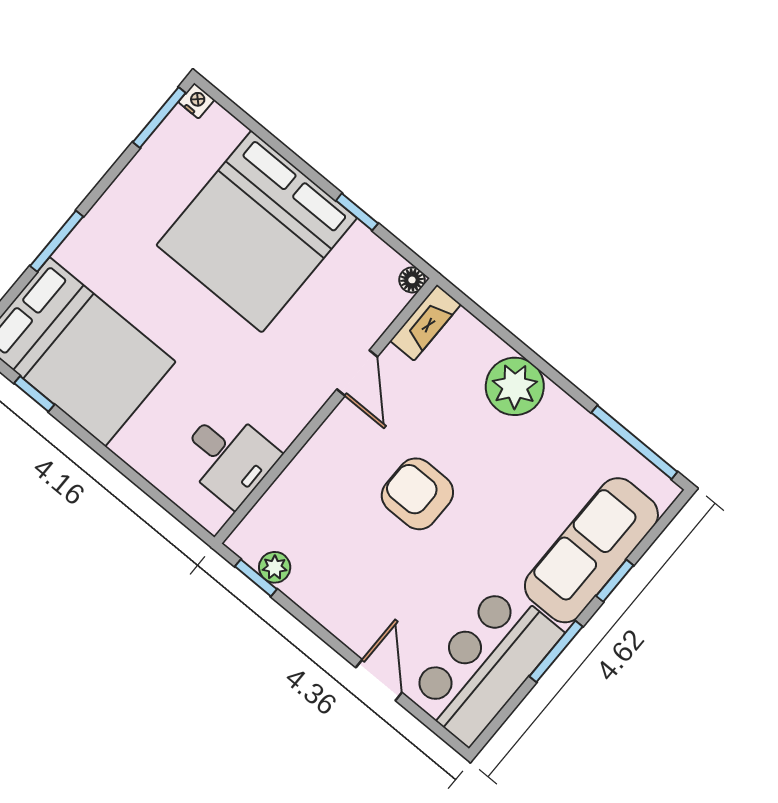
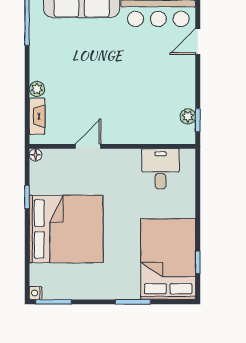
fireplace: (425, 323) -> (37, 116), moved, turned 90
plant: (515, 386) -> (37, 89), width x0.53, depth x0.53
armchair: (417, 494) -> (115, 85), removed

